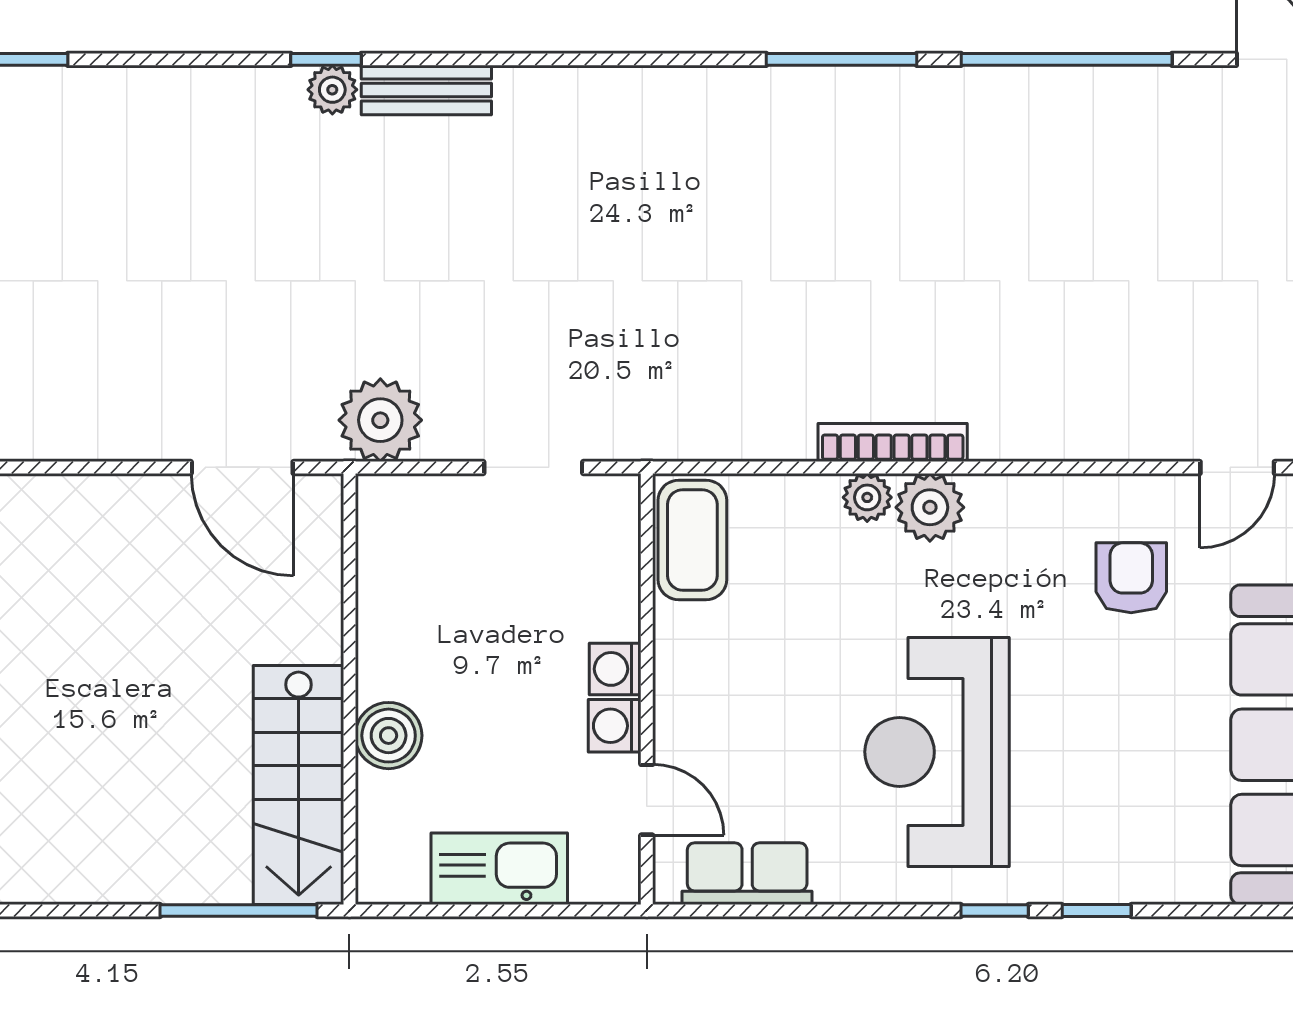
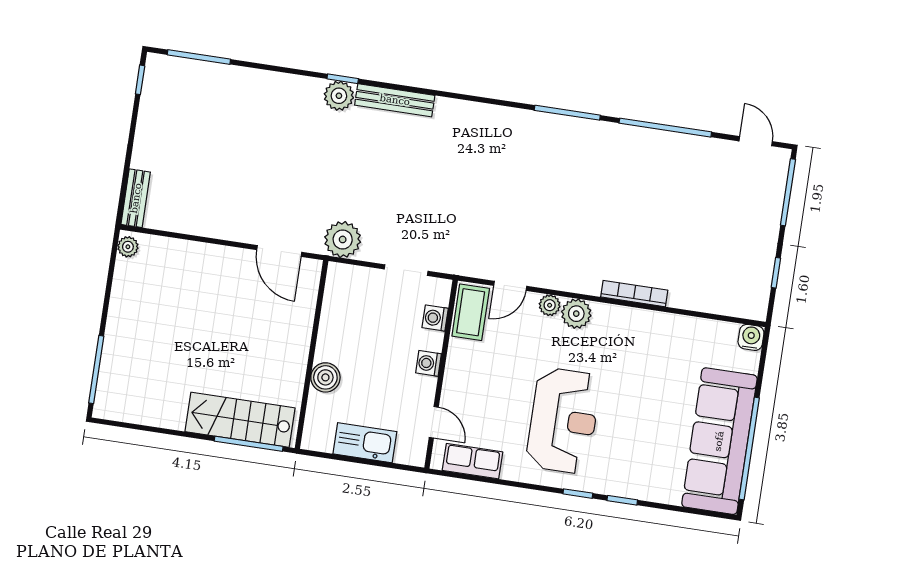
plant: (332, 90) -> (339, 96), width x1.38, depth x1.38
bench: (426, 90) -> (395, 100), width x1.36
bookcase: (893, 443) -> (634, 294), moved
door: (1237, 467) -> (510, 286), moved
armchair: (1131, 578) -> (659, 358), removed
washing machine: (615, 726) -> (435, 318), moved
reception desk: (937, 752) -> (563, 421), turned 180
stairs: (299, 785) -> (240, 420), moved, turned 90

